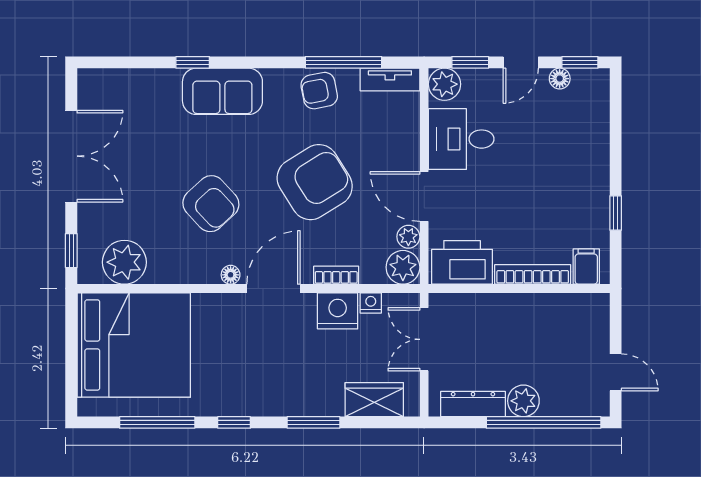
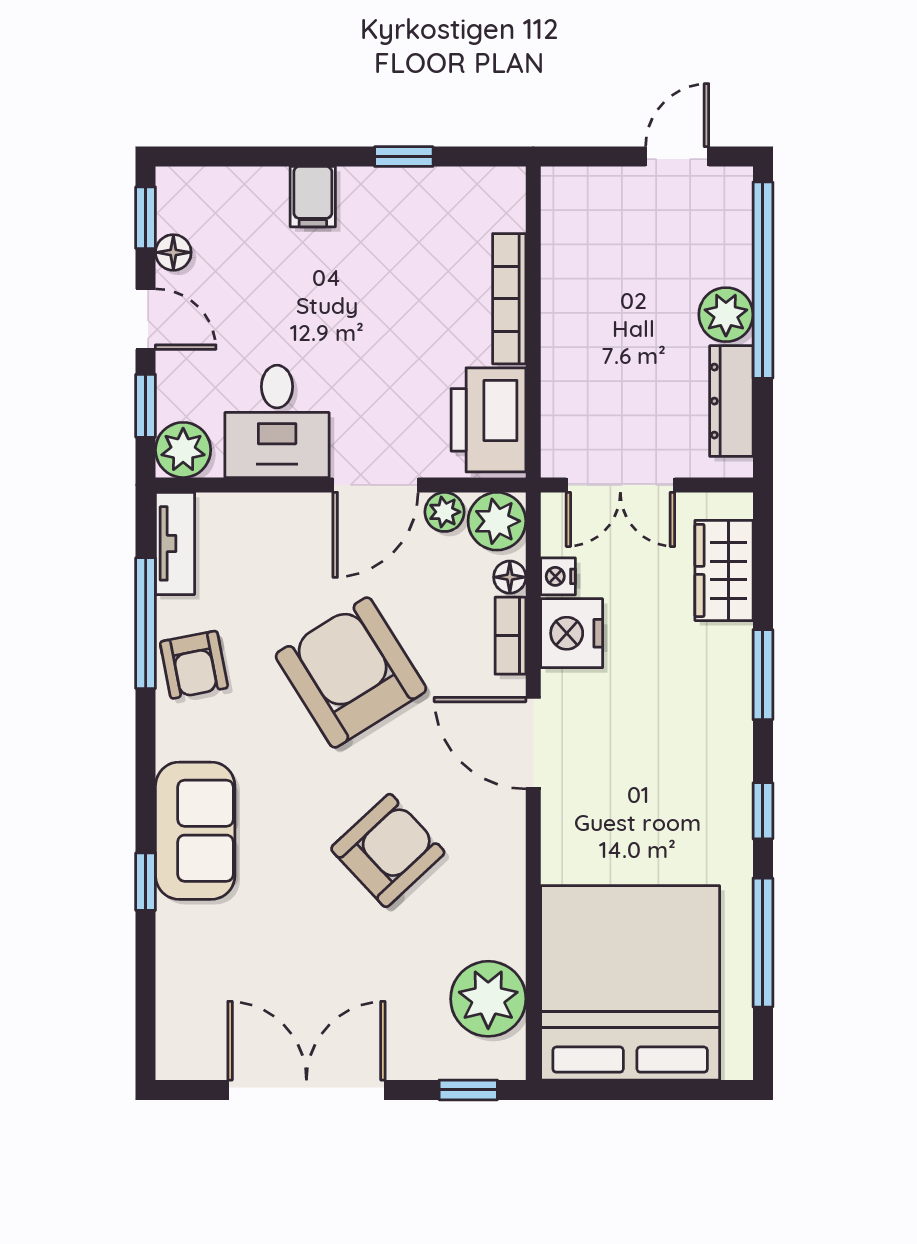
filing cabinet: (586, 267) -> (313, 197), moved, turned -90
floor lamp: (231, 275) -> (510, 577), moved

